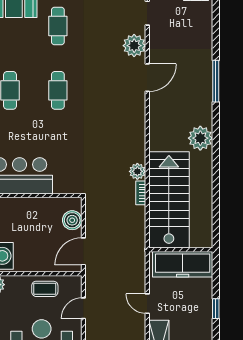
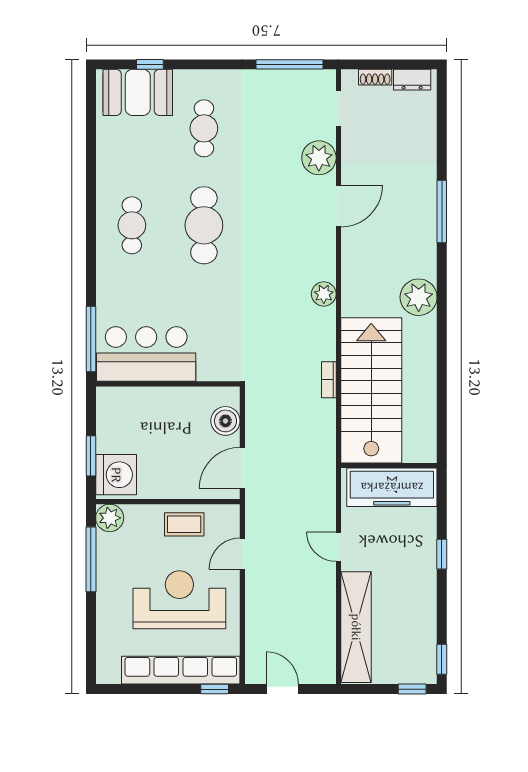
cafe table: (58, 90) -> (204, 225), width x1.37, depth x1.35
plant: (137, 171) -> (324, 294), moved

